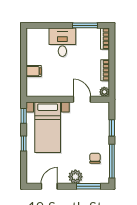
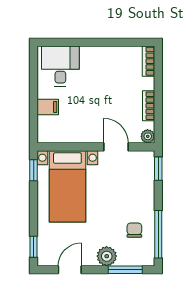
window: (85, 25) -> (120, 42), removed
desk: (62, 42) -> (60, 66), moved
window: (112, 128) -> (158, 169), moved
window: (24, 143) -> (34, 247), moved

